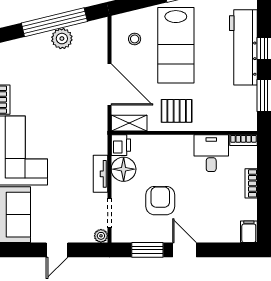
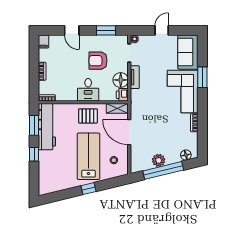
floor lamp: (18, 47) -> (186, 155), added
workbench: (243, 47) -> (47, 127), moved
desk: (211, 153) -> (88, 90), moved
armchair: (160, 201) -> (98, 61), turned 90
door: (185, 250) -> (72, 30), moved

